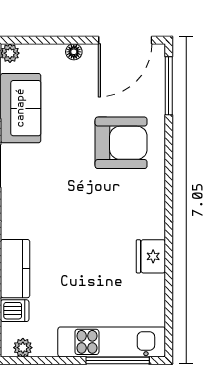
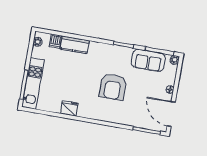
armchair: (121, 143) -> (113, 87), moved

